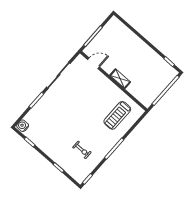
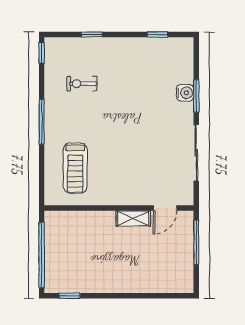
shelving: (120, 79) -> (133, 218), moved
treadmill: (117, 115) -> (75, 168), turned 180
water cooler: (23, 126) -> (185, 93), moved

